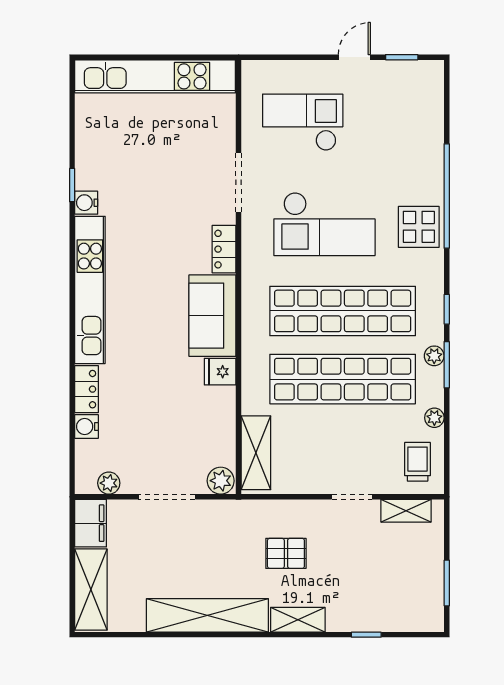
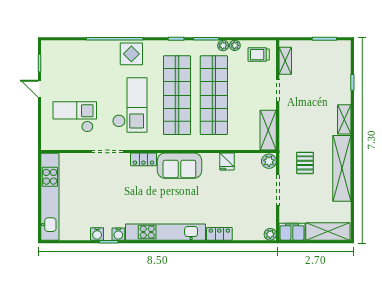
checkout: (303, 122) -> (75, 117), turned 90
plant: (434, 356) -> (223, 45), moved
fridge: (220, 372) -> (227, 161), moved
water cooler: (87, 427) -> (97, 234), moved
shelving: (256, 453) -> (268, 130), moved, turned 90
plant: (109, 483) -> (270, 234), moved
pallet: (286, 553) -> (305, 163), moved

